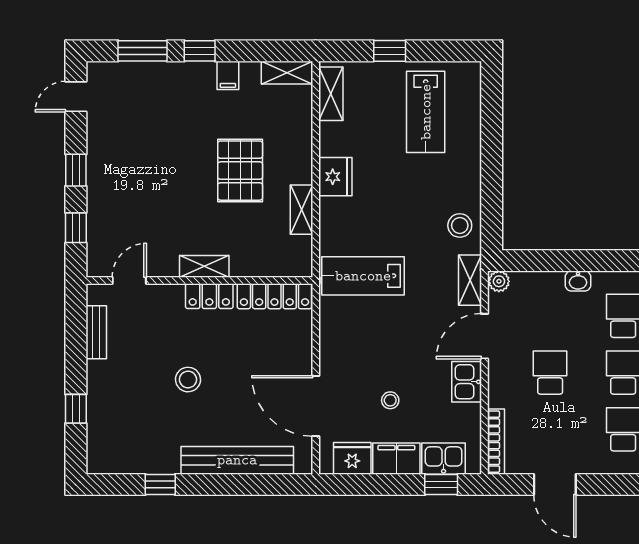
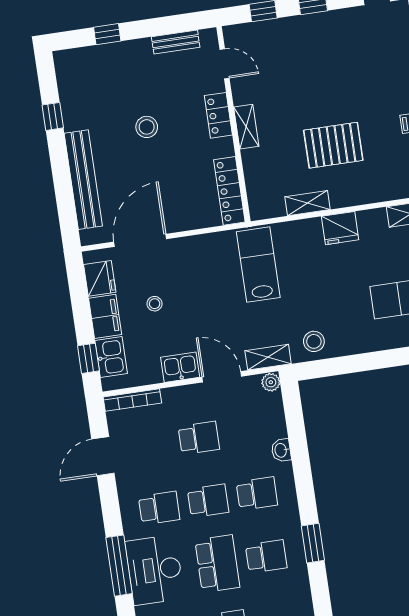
locker: (209, 296) -> (218, 115), moved

